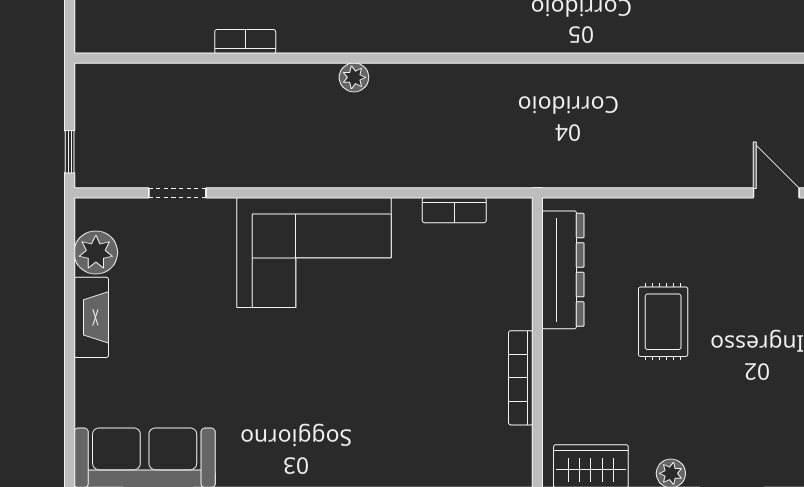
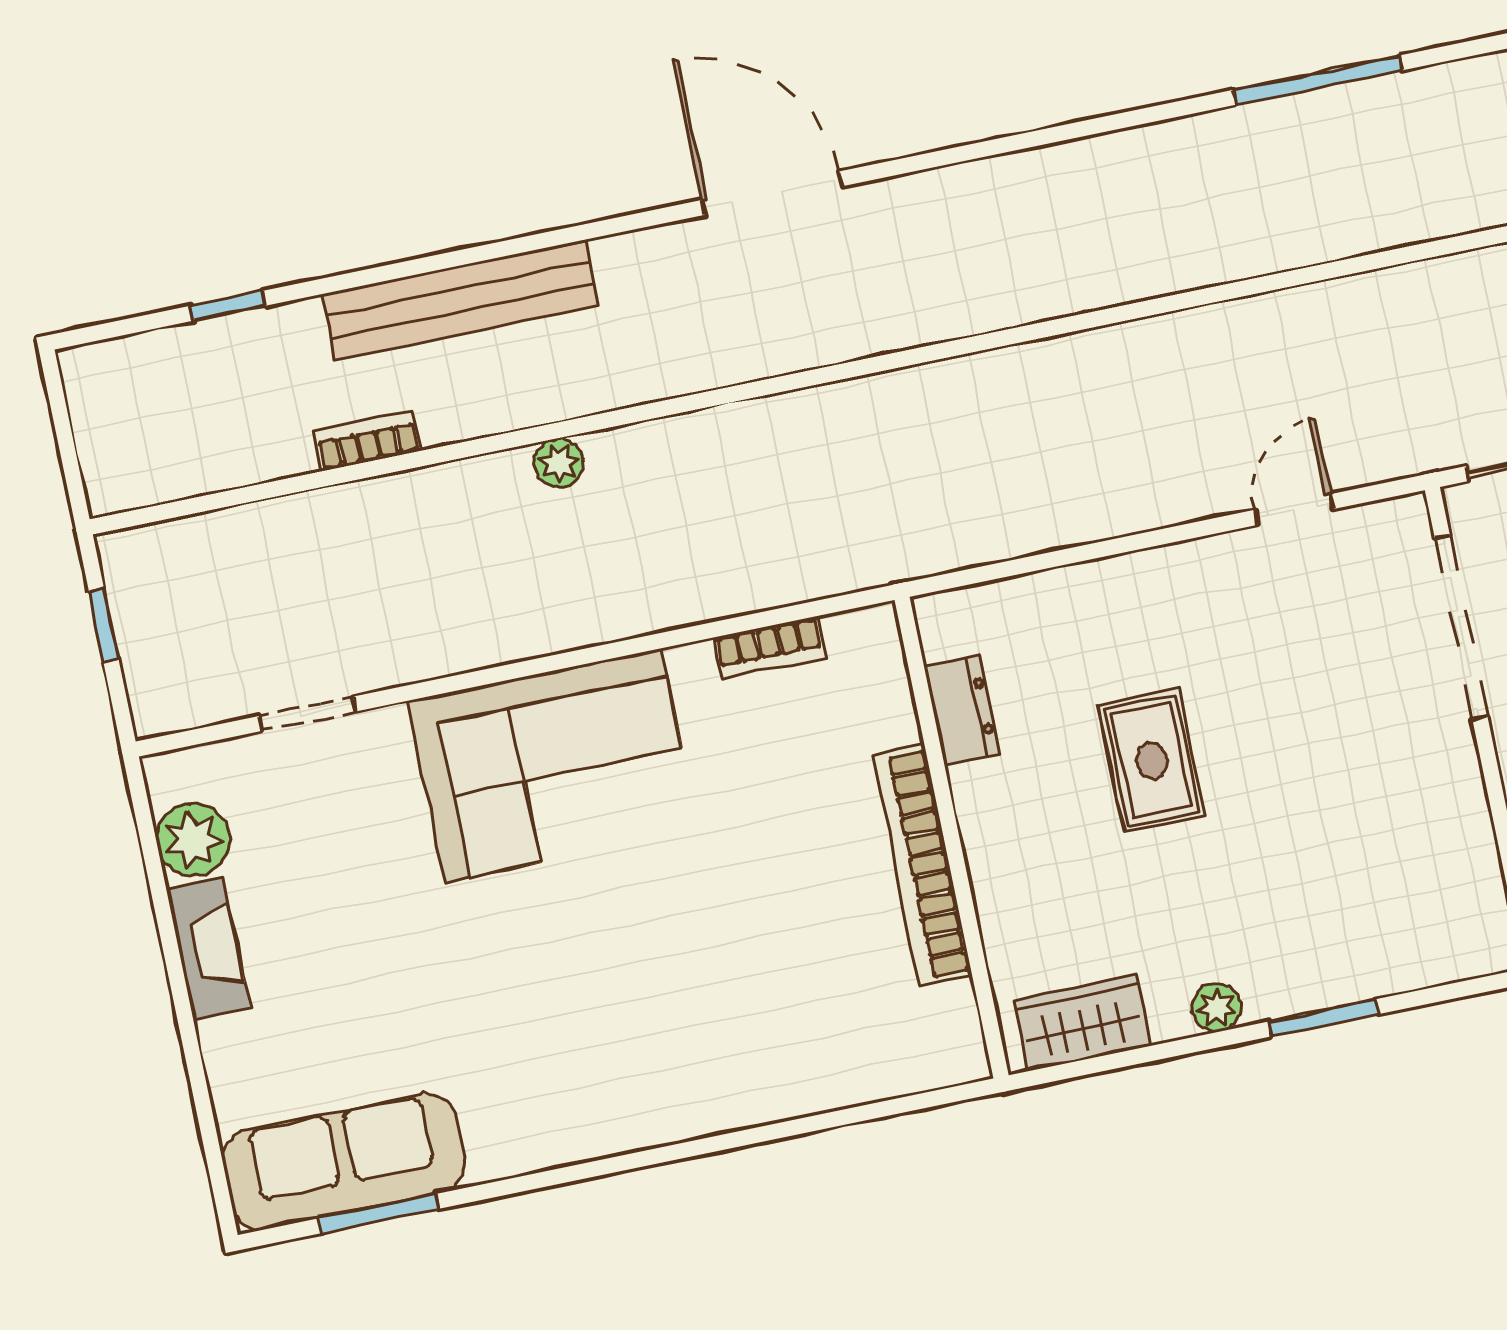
window: (70, 152) -> (104, 625), moved
door: (776, 193) -> (1294, 509), hinge flipped
dresser: (563, 270) -> (962, 710), width x0.51, depth x0.80
bookcase: (521, 378) -> (922, 865), width x1.48, depth x1.31

